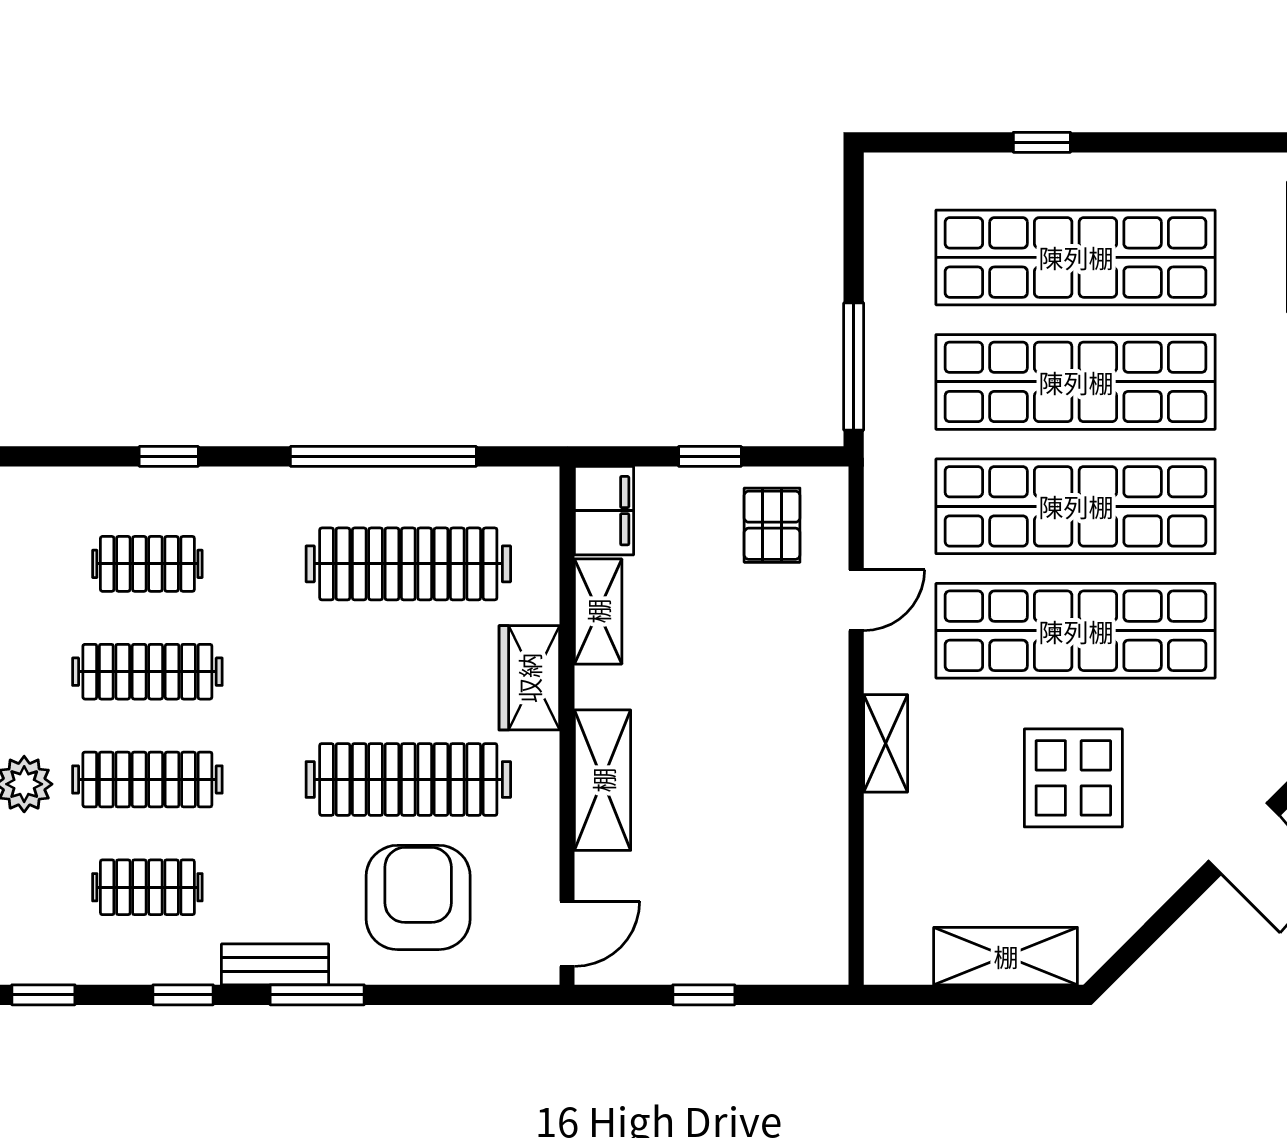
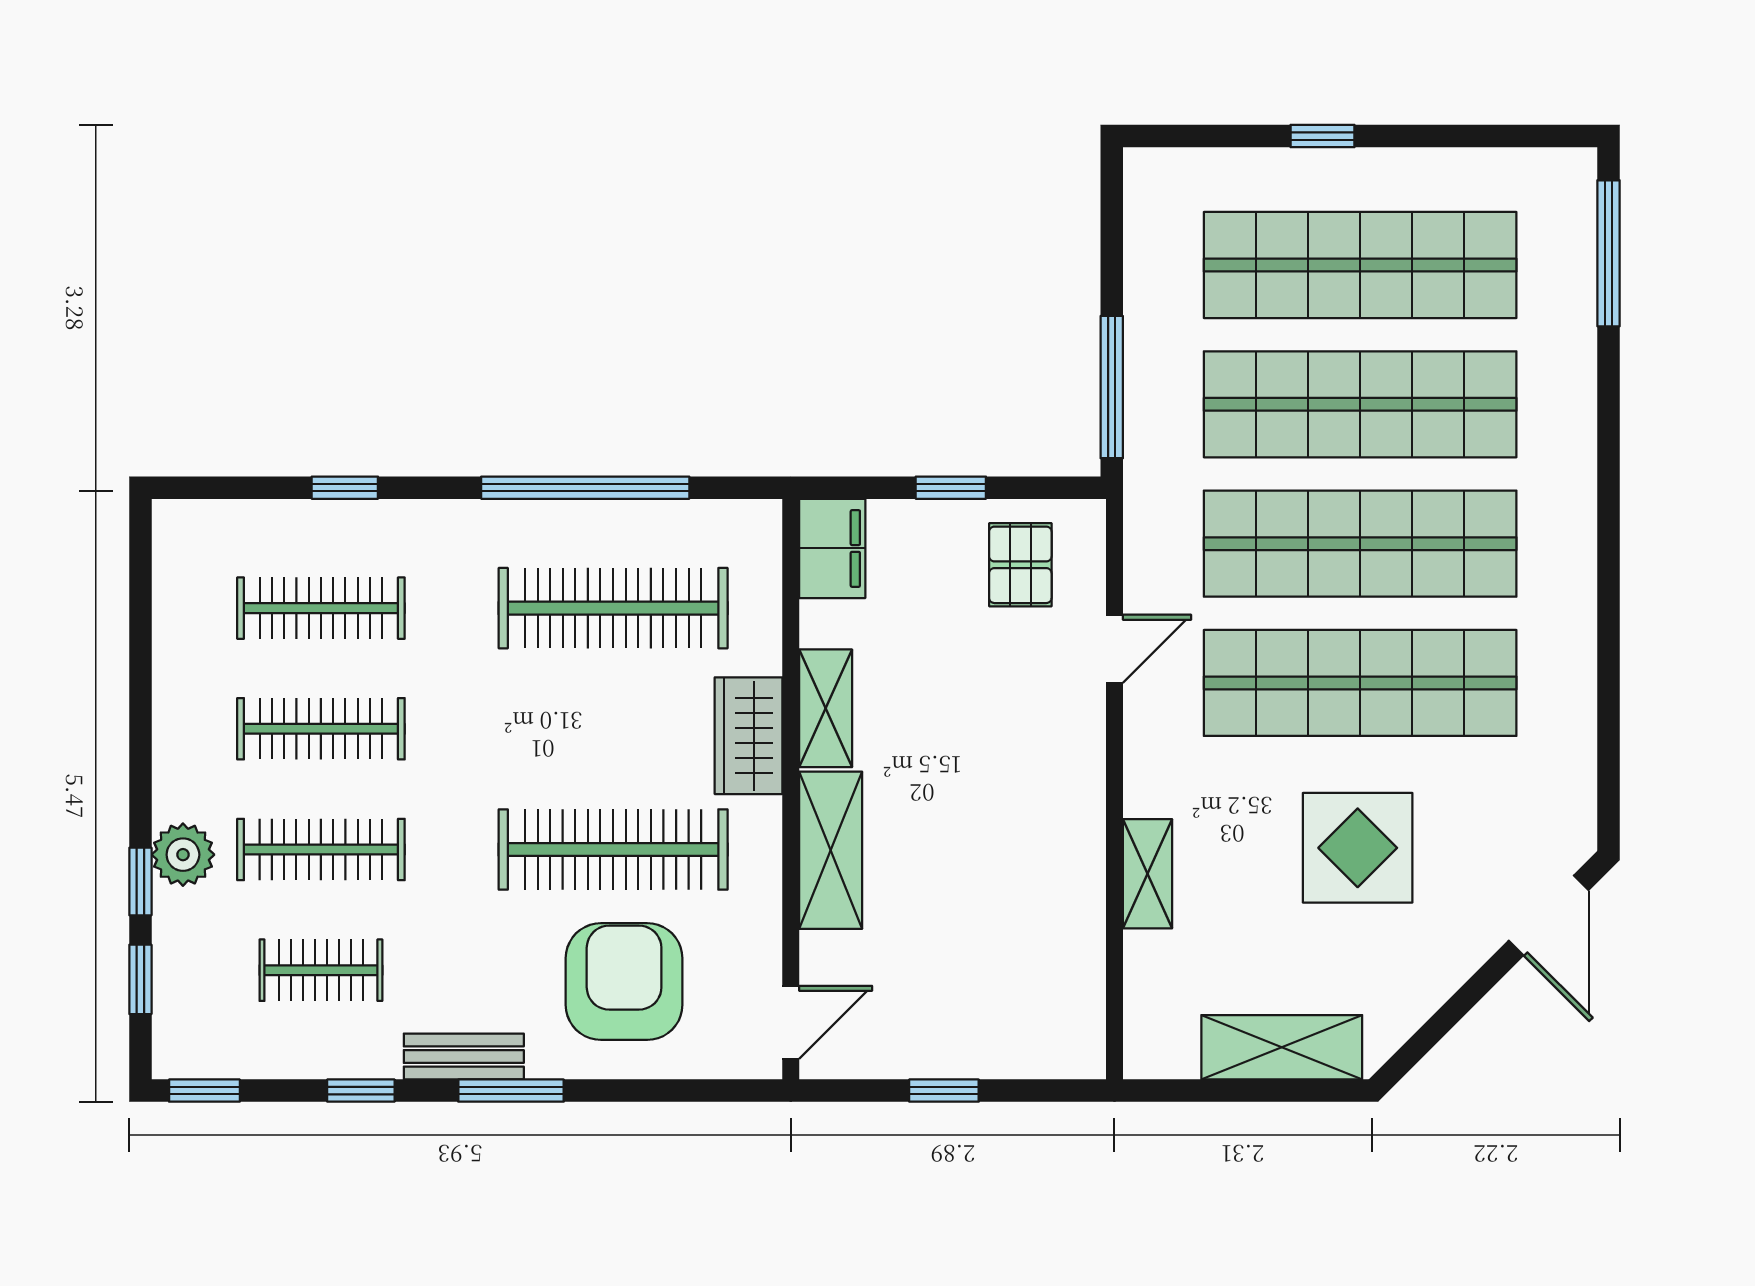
clothes rail: (147, 564) -> (321, 608), width x1.36
shelving: (598, 611) -> (826, 708), moved
shelving: (886, 743) -> (1148, 874), moved

